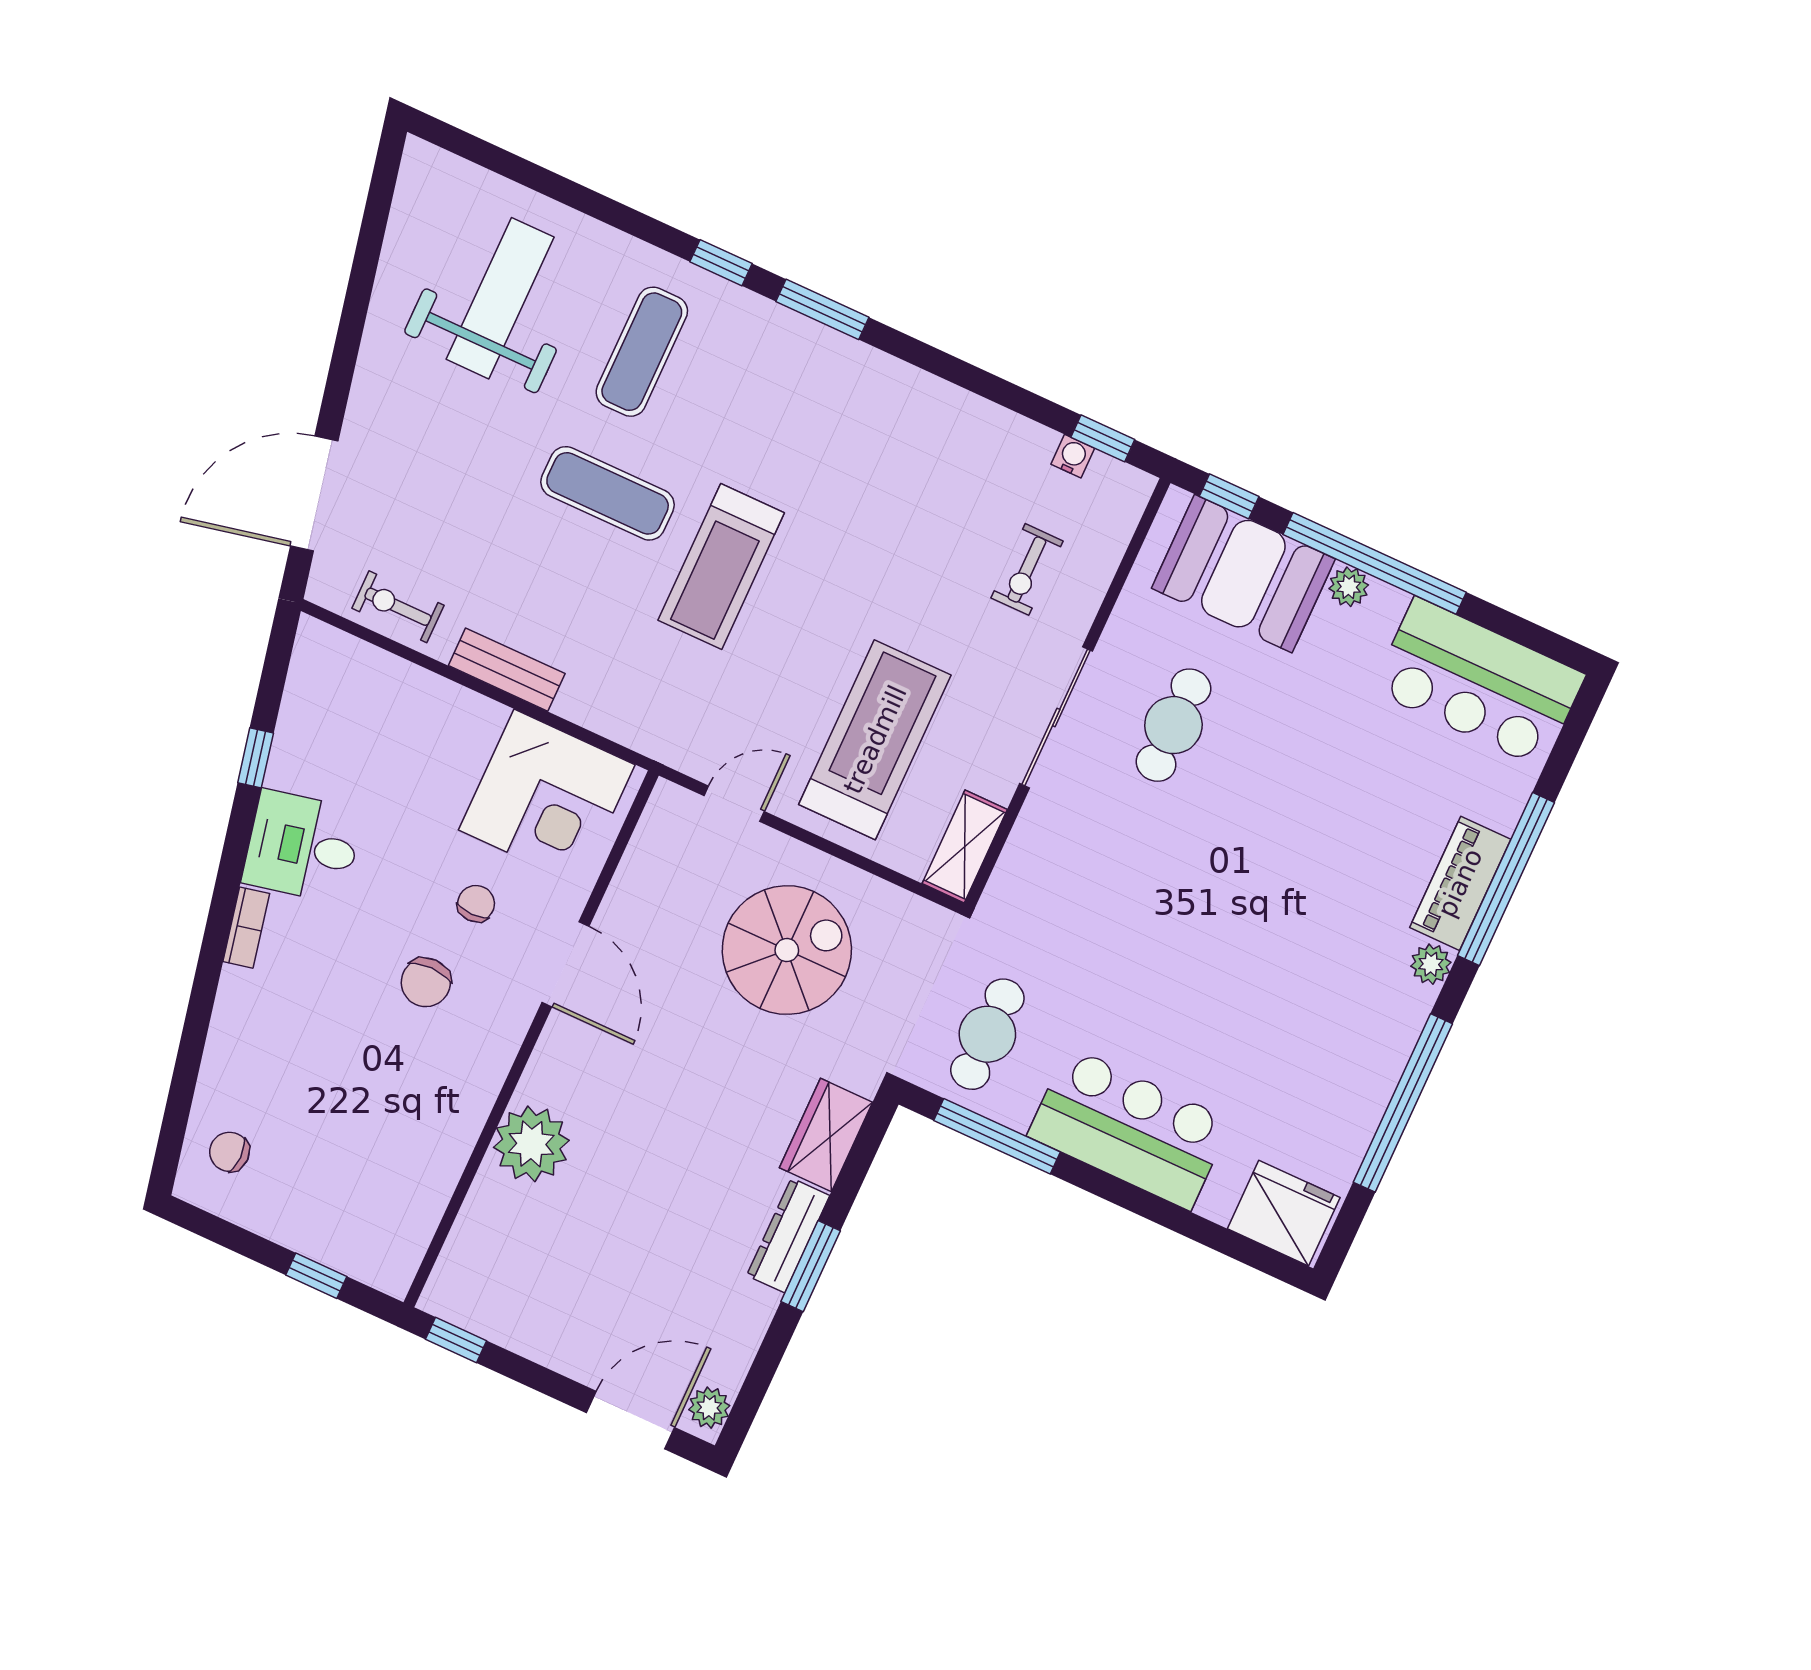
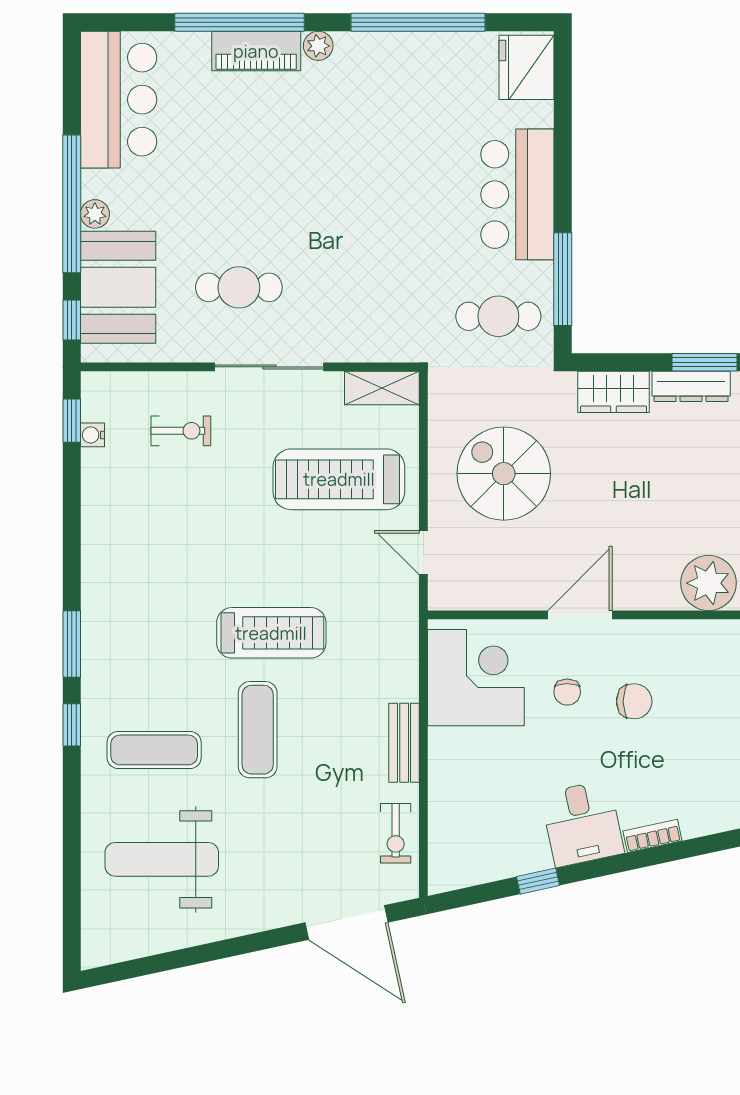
chair: (476, 904) -> (567, 692), turned -90

